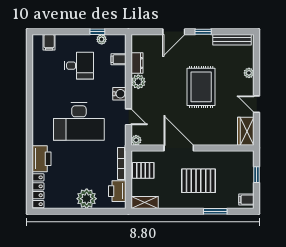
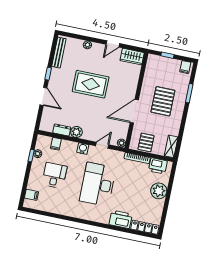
desk: (79, 121) -> (98, 184), turned 180

